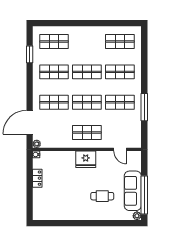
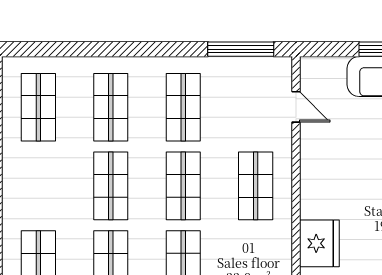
window: (144, 107) -> (241, 49), moved
door: (120, 149) -> (296, 107), hinge flipped
fridge: (86, 159) -> (319, 243), moved

